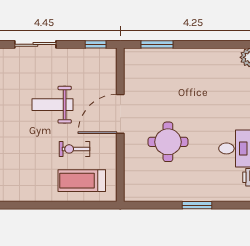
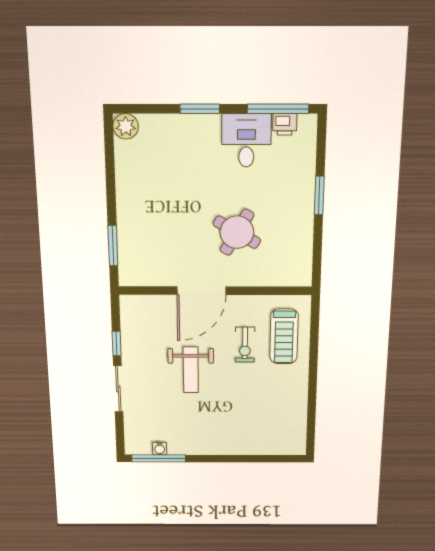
window: (96, 44) -> (117, 344), moved
door: (120, 114) -> (201, 291), hinge flipped
round table: (168, 142) -> (237, 232), turned 30

